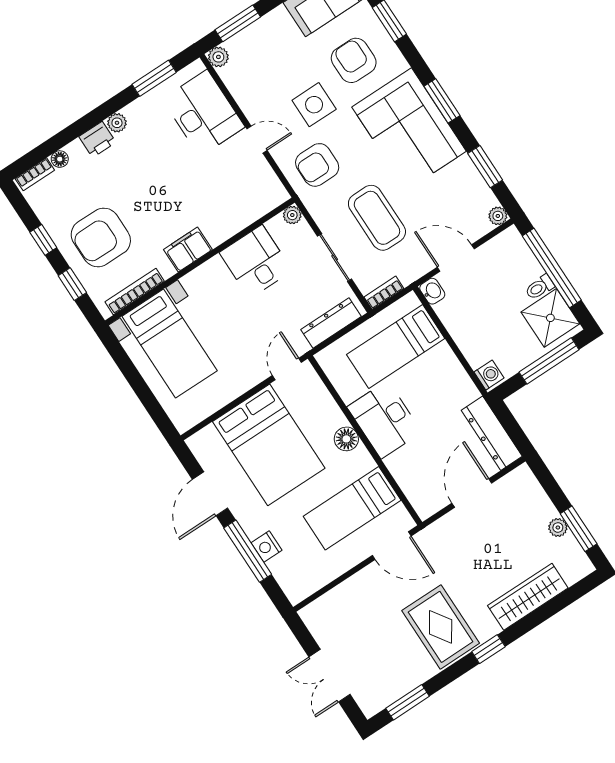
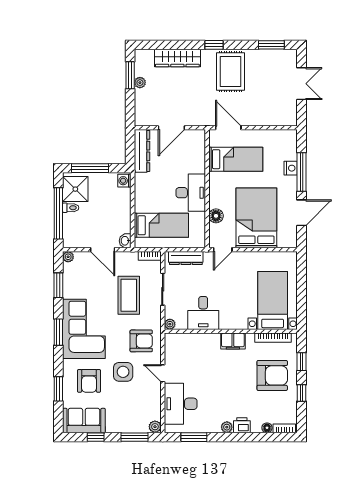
floor lamp: (346, 439) -> (216, 216), moved

